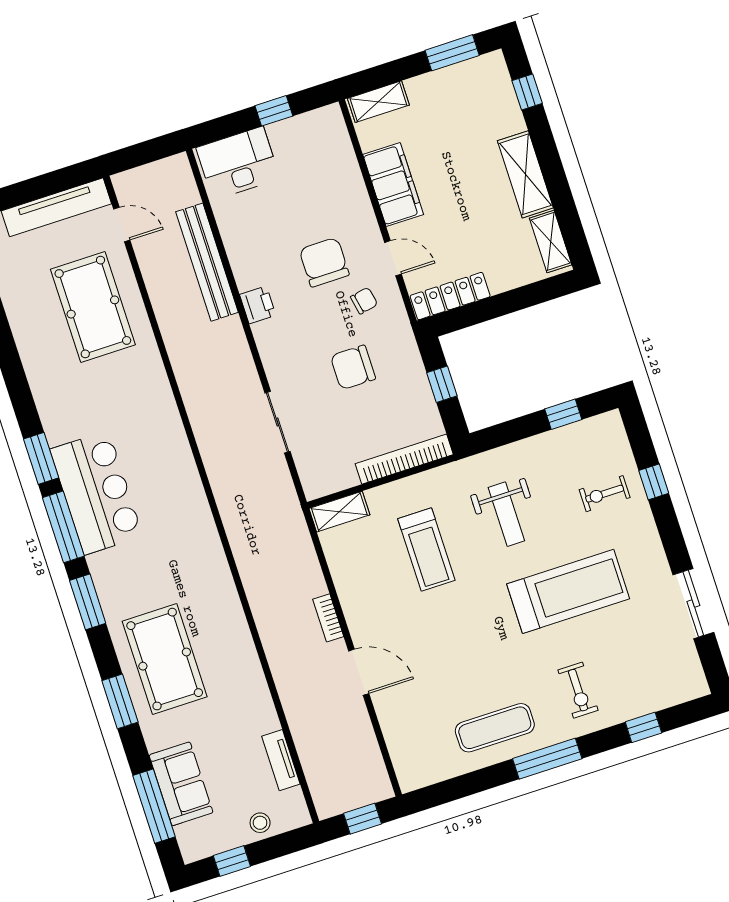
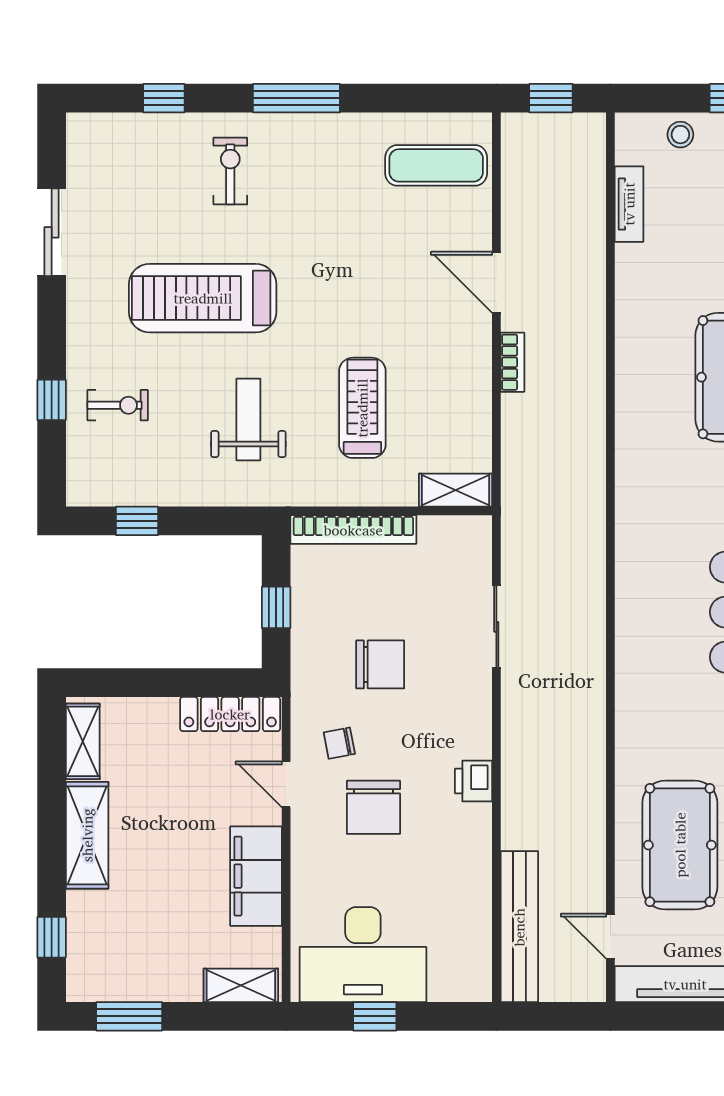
desk: (238, 163) -> (363, 955), moved, width x1.36, depth x1.30
bench: (207, 262) -> (519, 927), moved
exercise mat: (495, 728) -> (436, 165), moved

